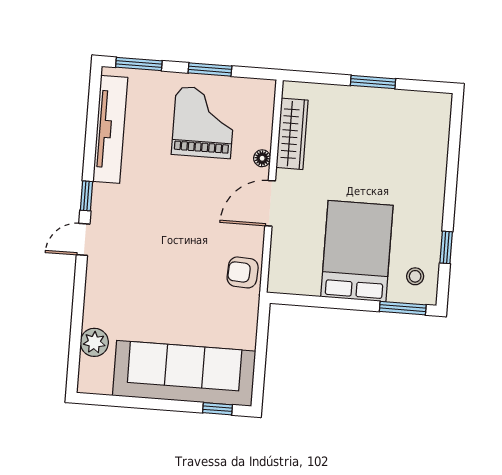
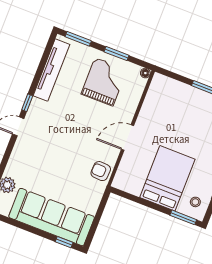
wardrobe: (292, 134) -> (151, 103), removed
floor lamp: (262, 158) -> (145, 73), moved

